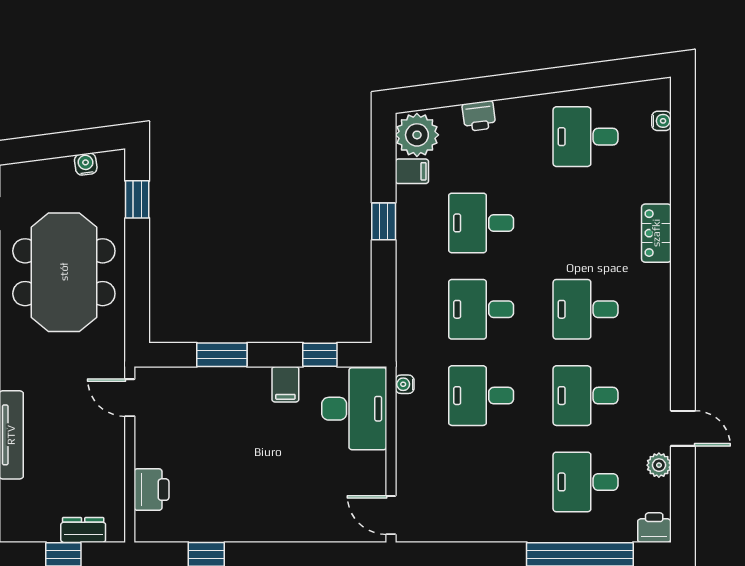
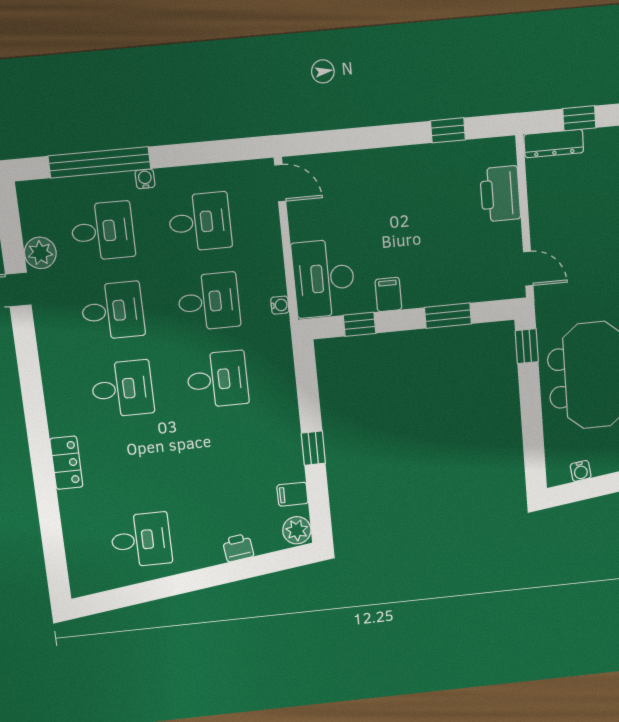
water cooler: (661, 121) -> (145, 179), moved, turned 90
plant: (417, 135) -> (297, 530), width x0.73, depth x0.73
window: (137, 199) -> (527, 346), moved
desk: (481, 223) -> (200, 222), moved
plant: (659, 465) -> (40, 253), width x1.38, depth x1.38
printer: (151, 490) -> (500, 194), width x1.37, depth x1.19
printer: (654, 528) -> (33, 194), removed
dresser: (83, 530) -> (554, 144), width x1.44

